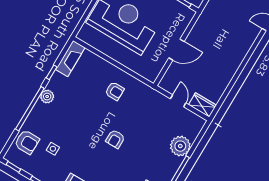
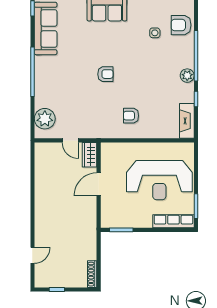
wardrobe: (202, 105) -> (89, 155), moved, turned 90
armchair: (115, 139) -> (105, 74), turned 90
plant: (180, 146) -> (45, 119), moved

